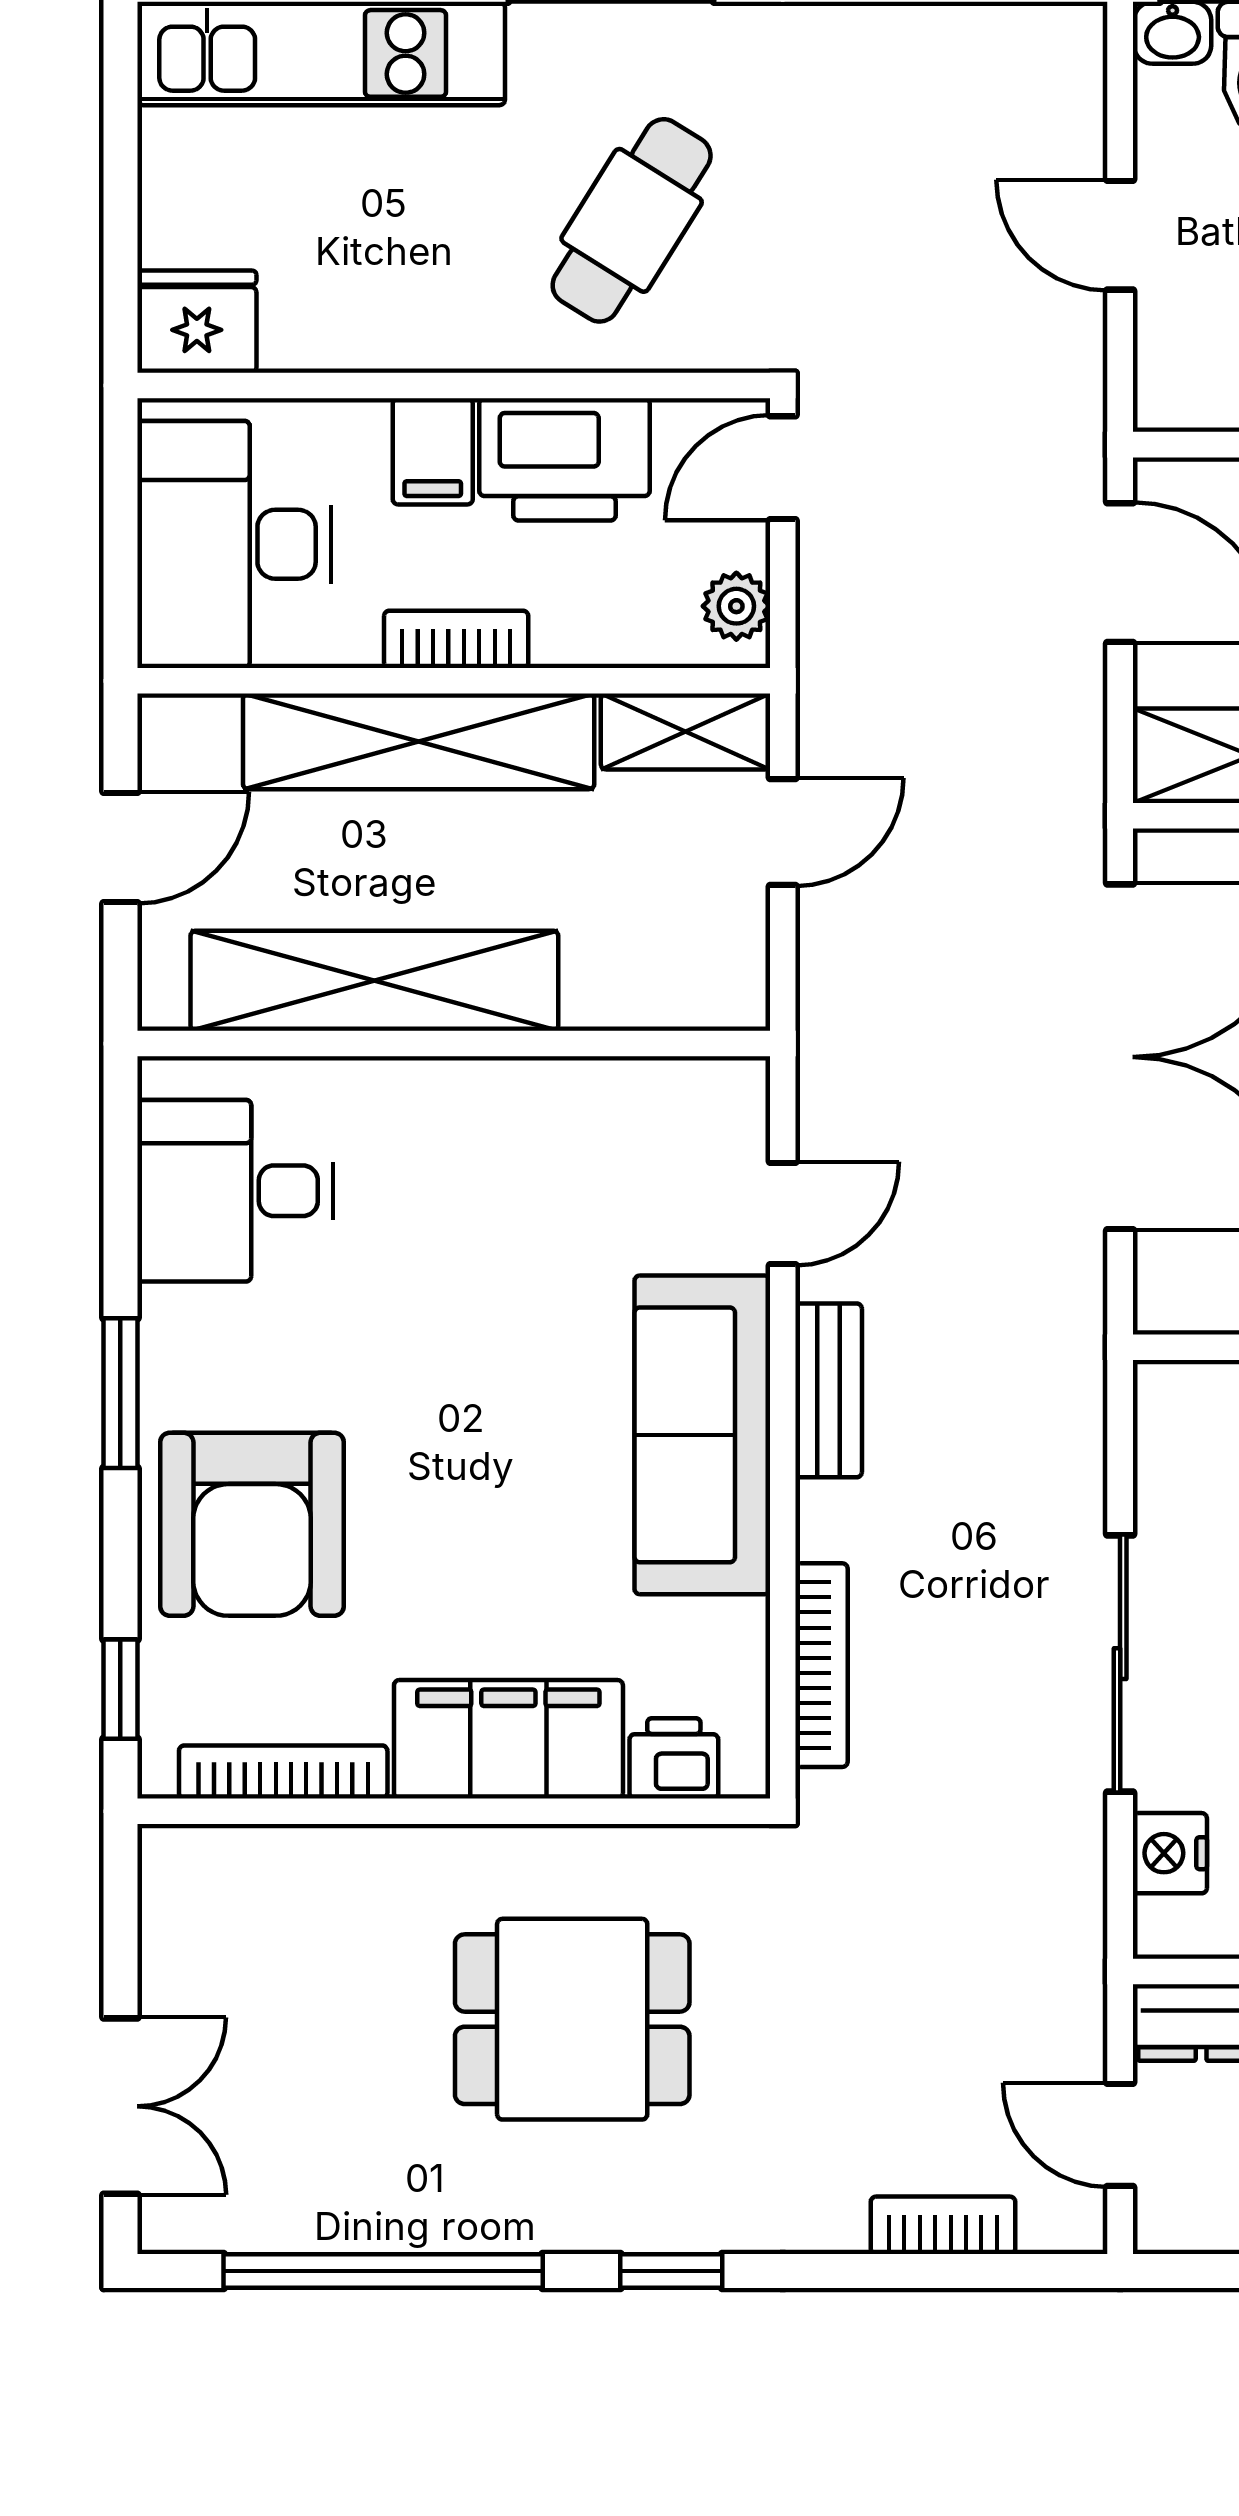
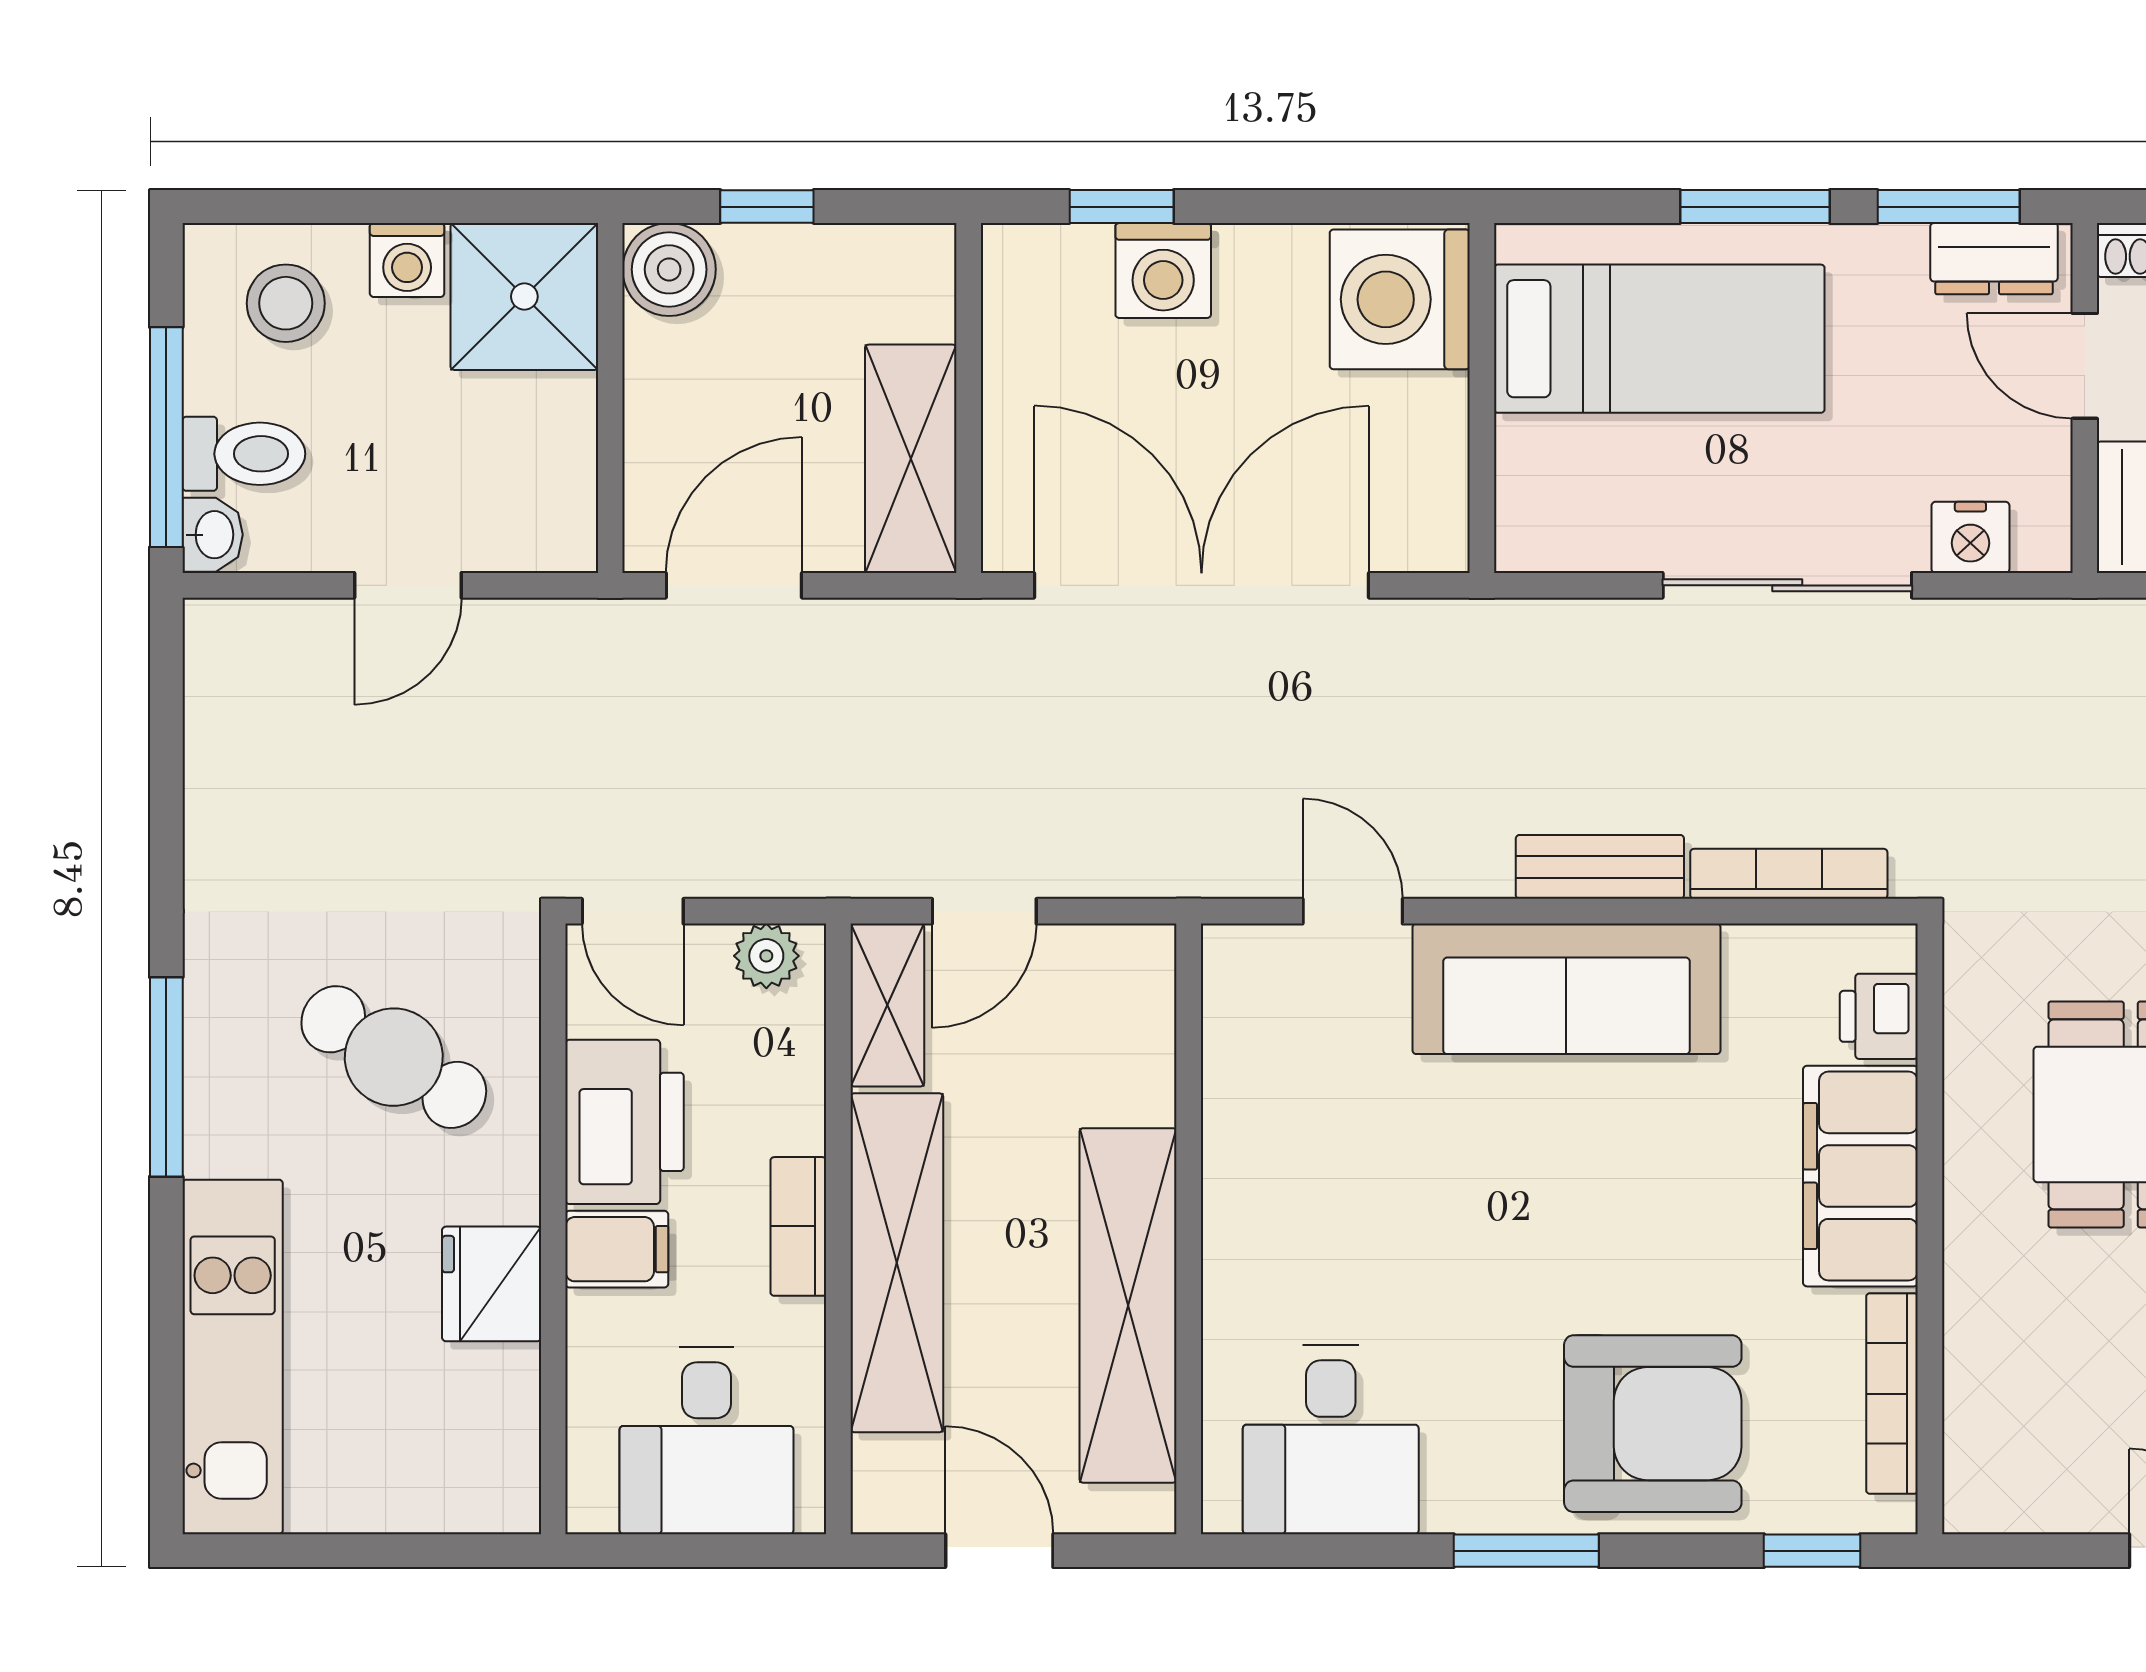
fridge: (197, 322) -> (492, 1284), moved
desk: (234, 544) -> (707, 1441), width x0.73
door: (783, 832) -> (984, 911), swing flipped
bench: (829, 1390) -> (1600, 867), moved

